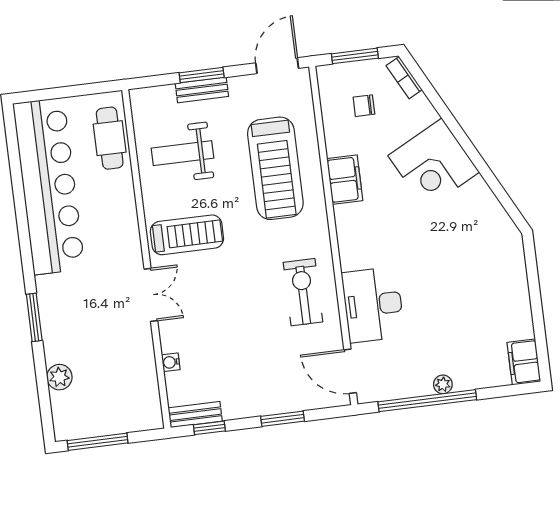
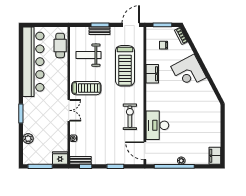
fridge: (144, 415) -> (60, 158), added

